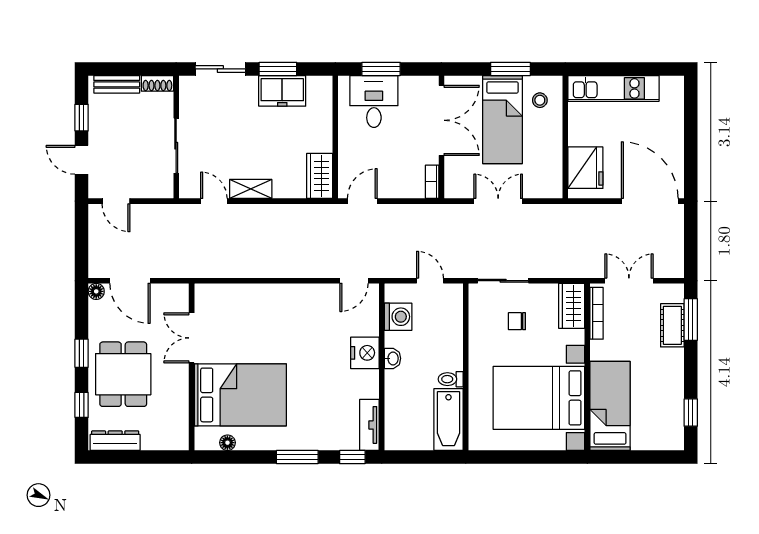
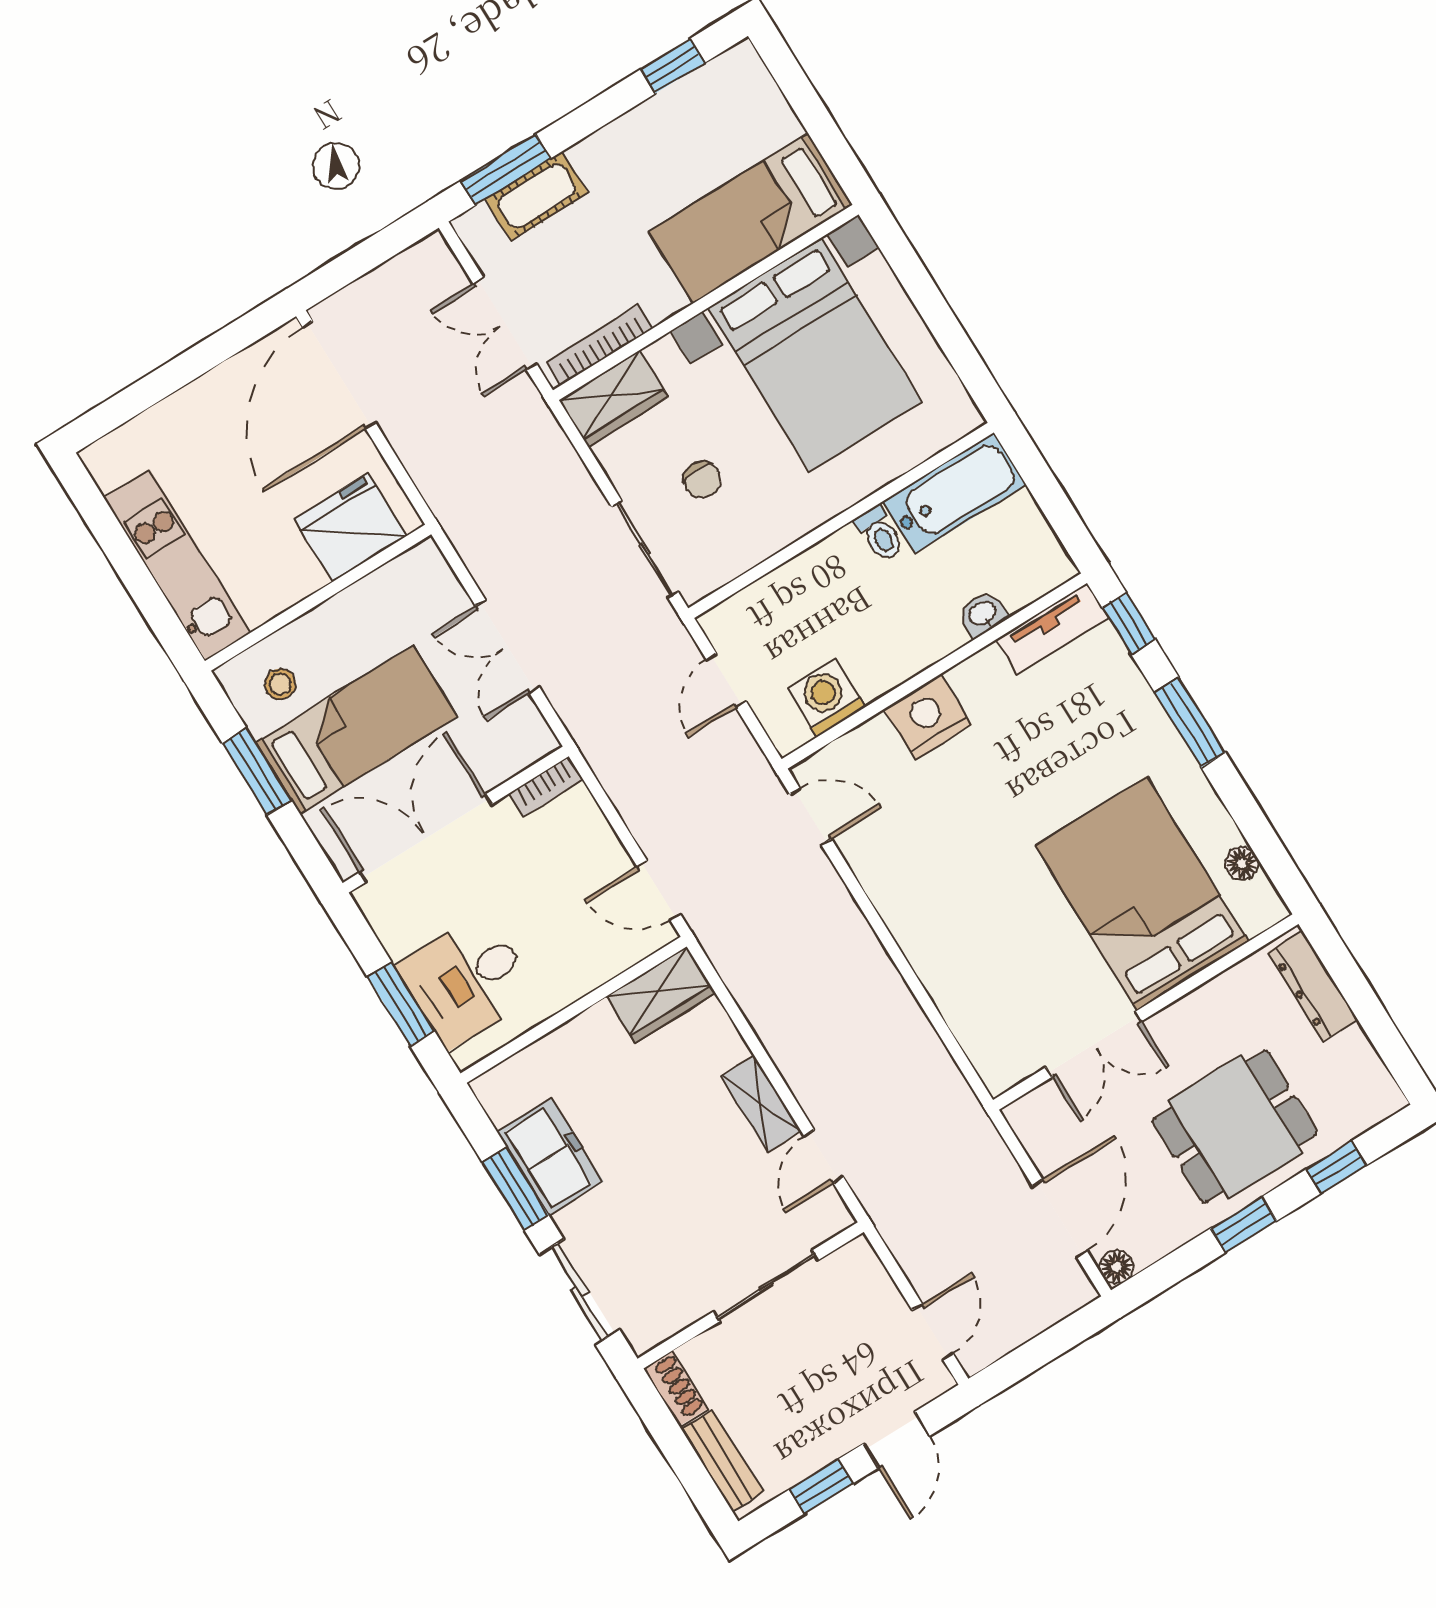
washbasin: (393, 358) -> (983, 614), moved
dresser: (115, 441) -> (1313, 986), moved

